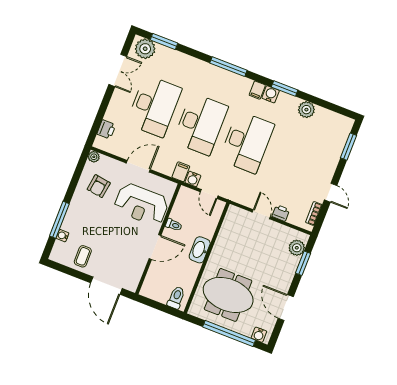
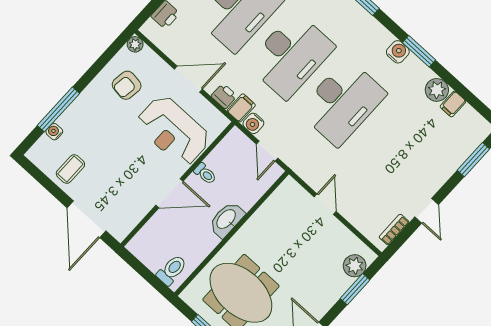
filing cabinet: (257, 90) -> (453, 104), moved
printer: (281, 213) -> (224, 96), moved

